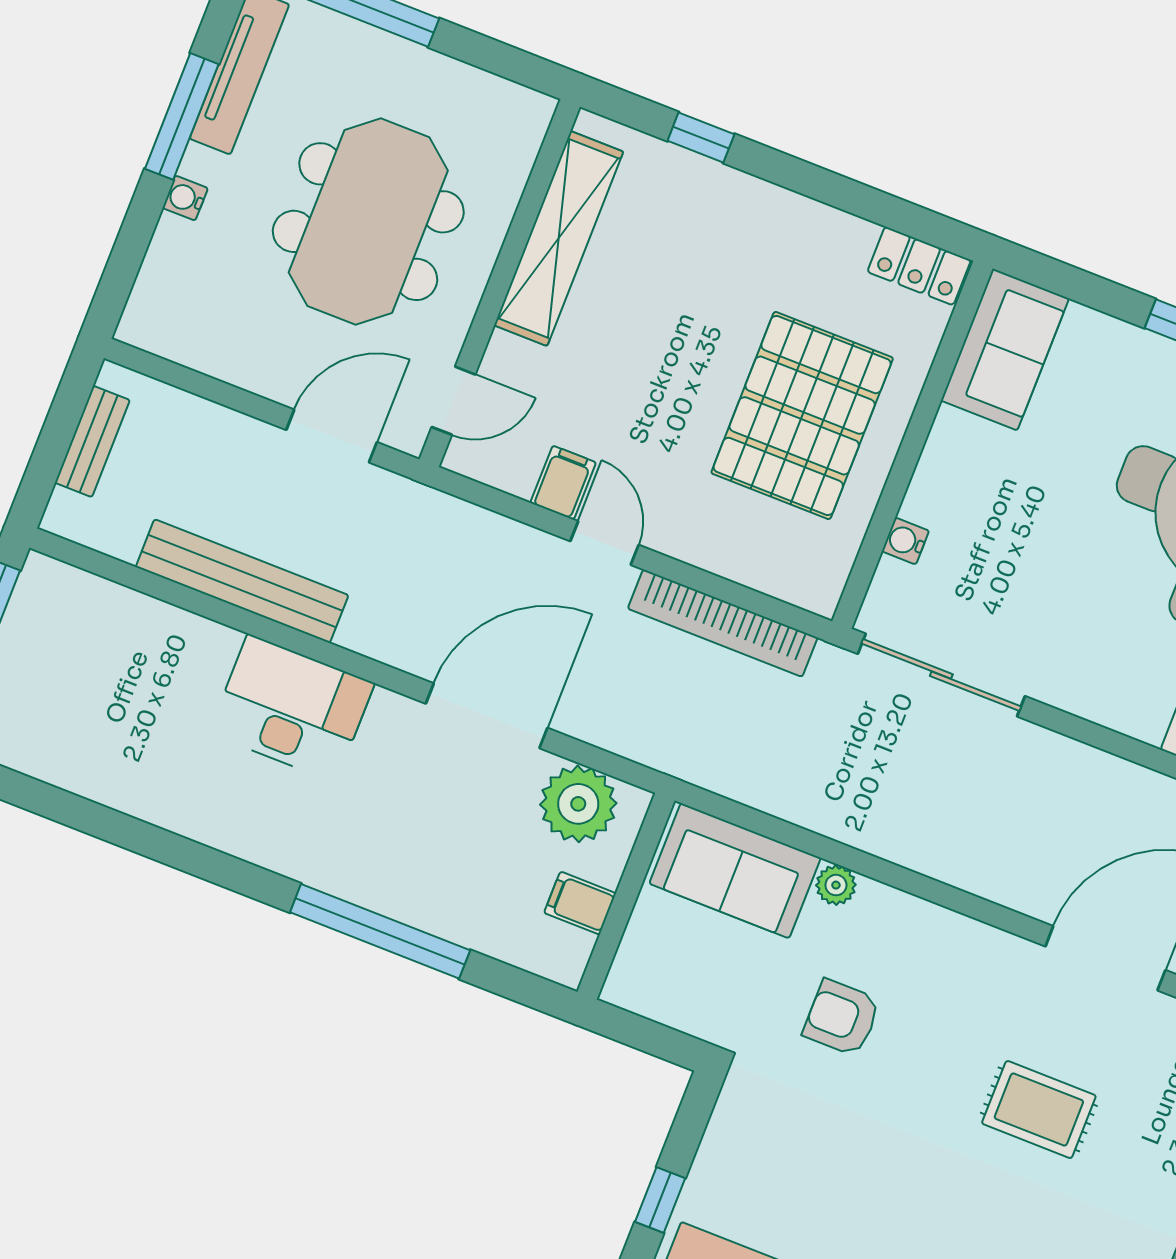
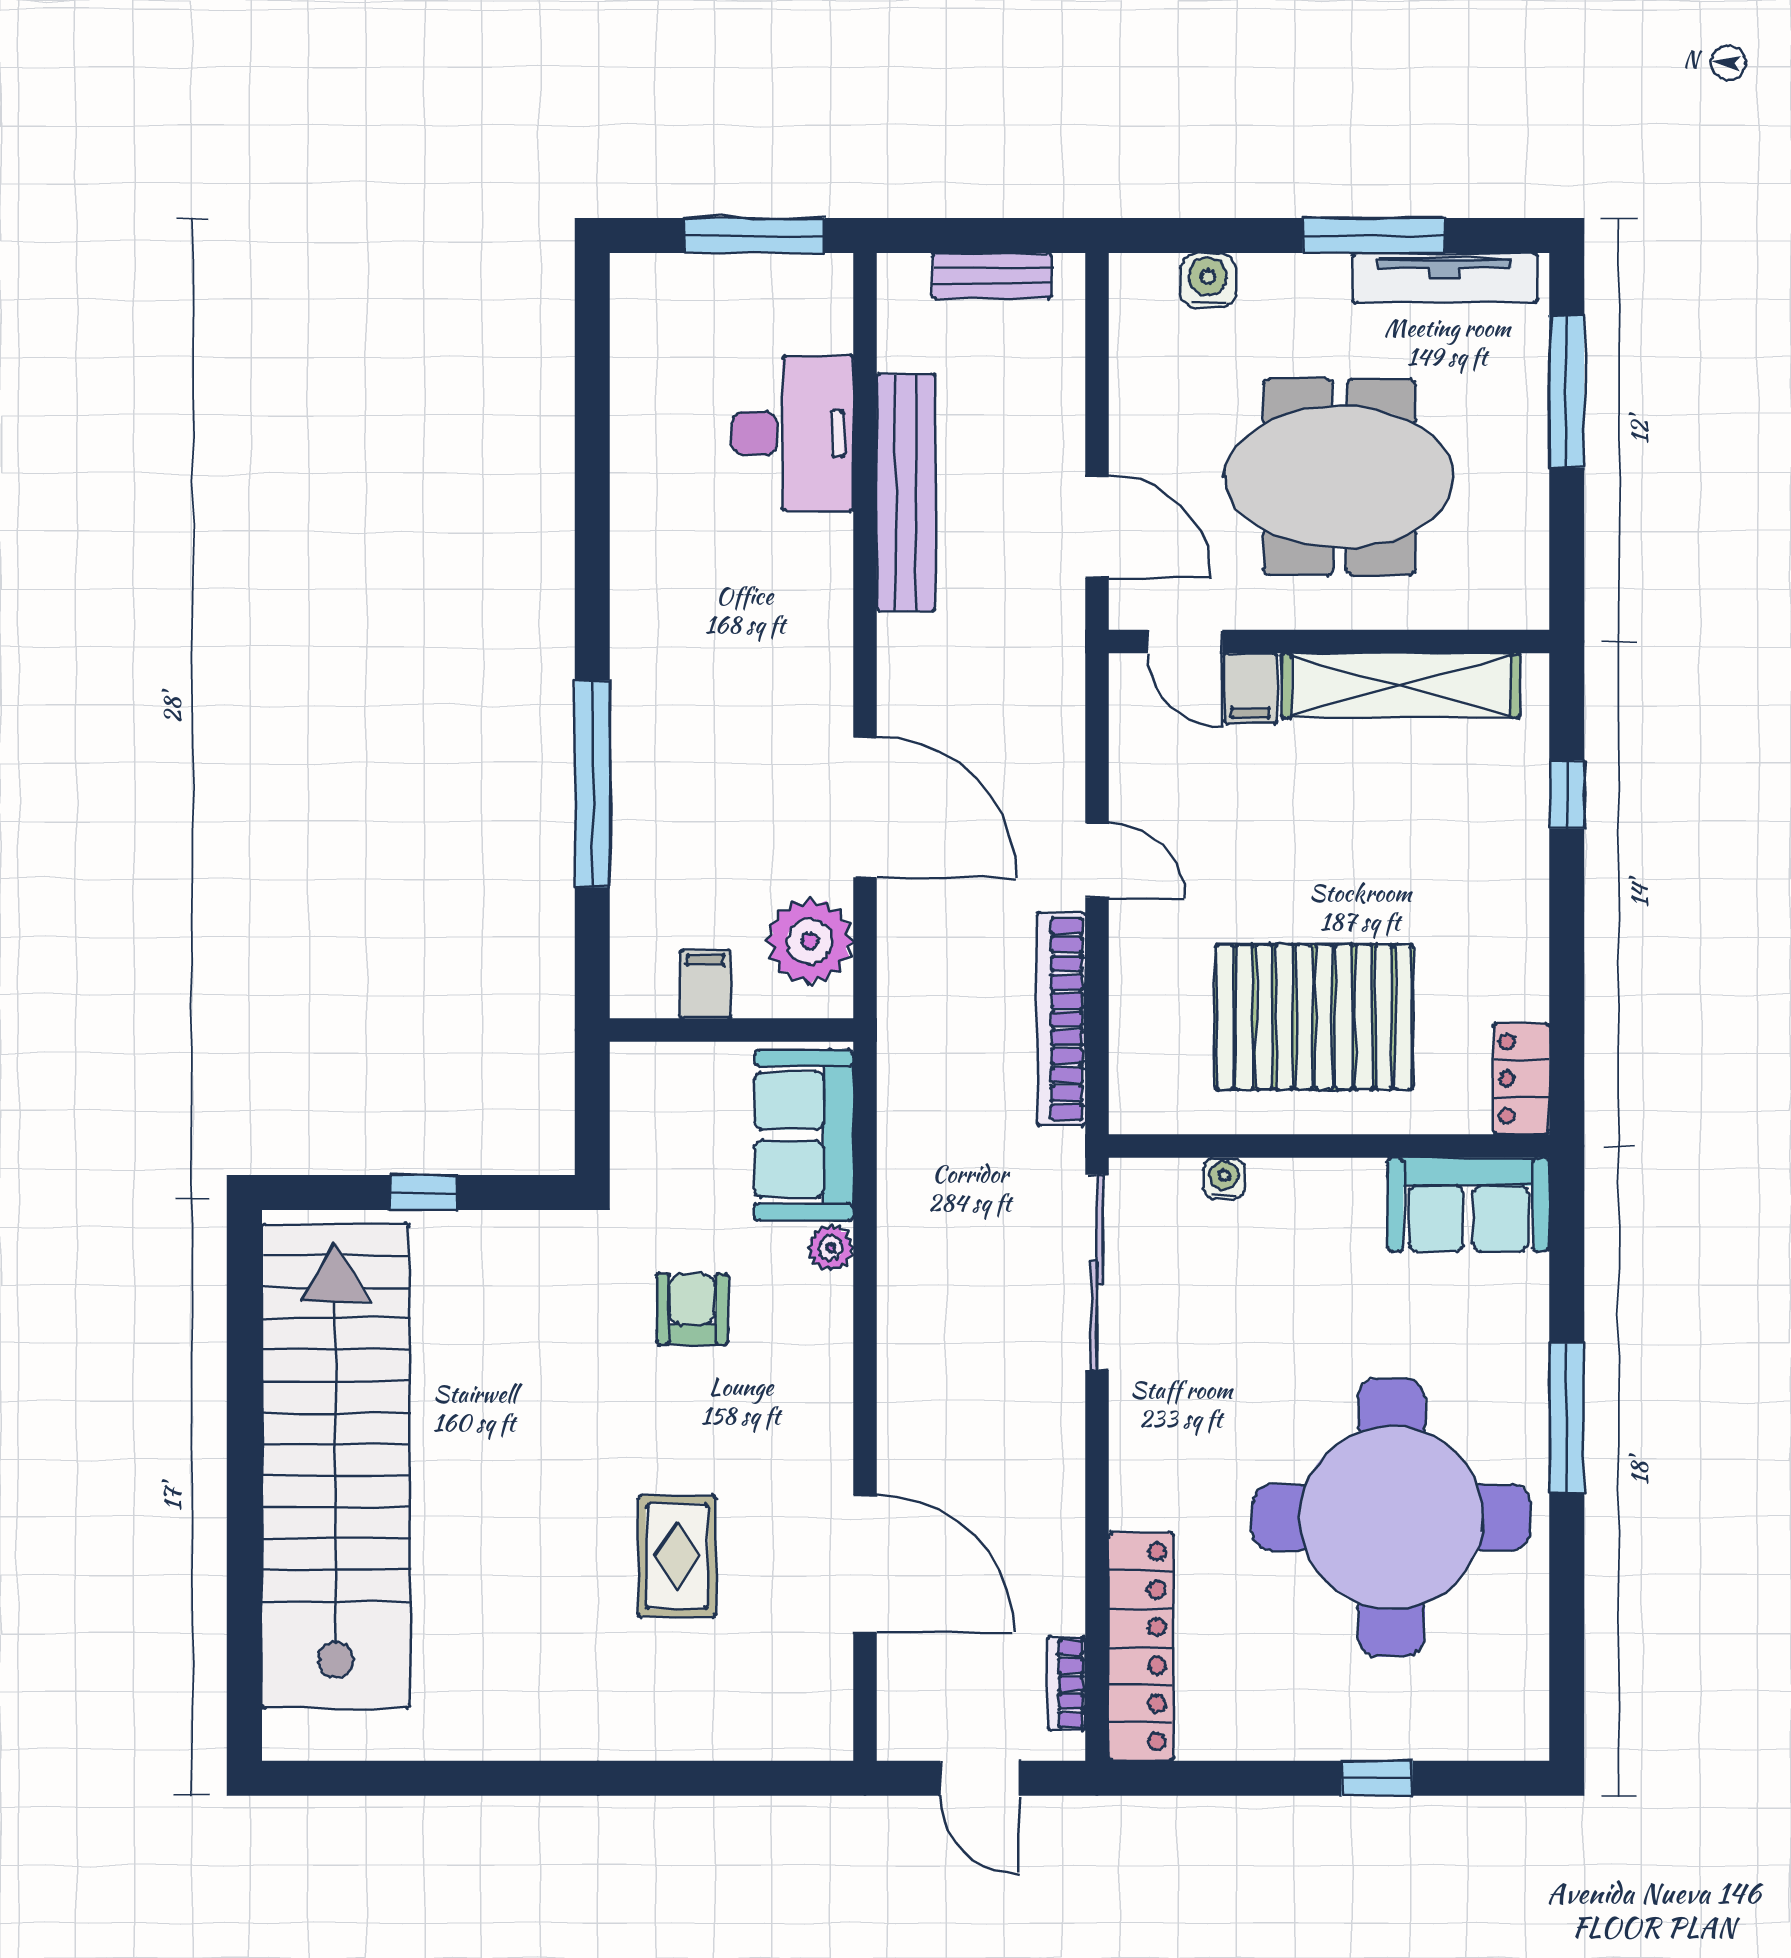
water cooler: (185, 198) -> (1208, 281), moved, width x1.38, depth x1.38
filing cabinet: (563, 483) -> (1250, 688), moved, turned 90
door: (604, 543) -> (1097, 861), hinge flipped
desk: (292, 708) -> (792, 433), moved

